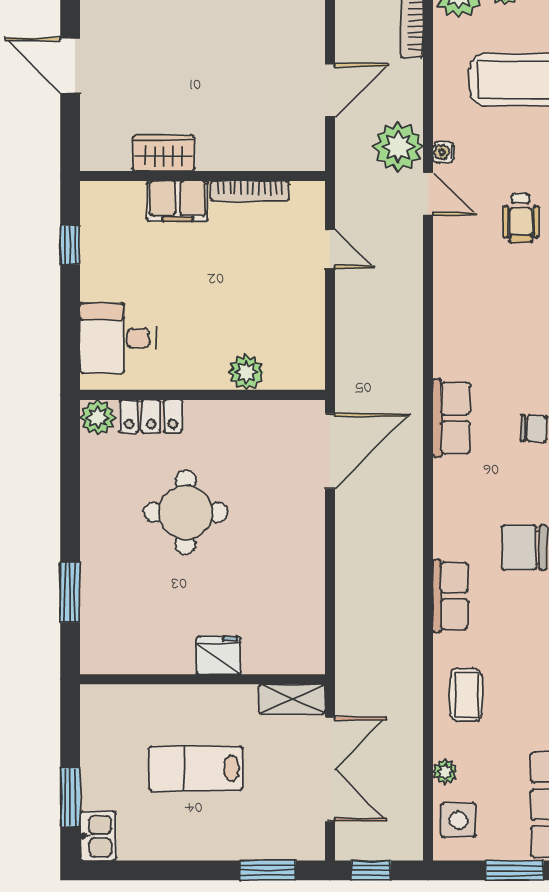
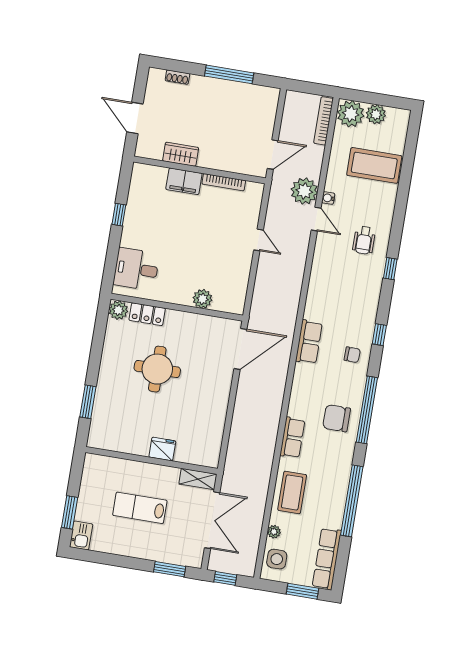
wardrobe: (164, 153) -> (181, 154), moved
wall: (203, 176) -> (200, 170), moved
bookcase: (250, 191) -> (224, 182), moved
filing cabinet: (178, 201) -> (184, 181), moved
coffee table: (466, 695) -> (292, 492), width x1.36, depth x1.30

